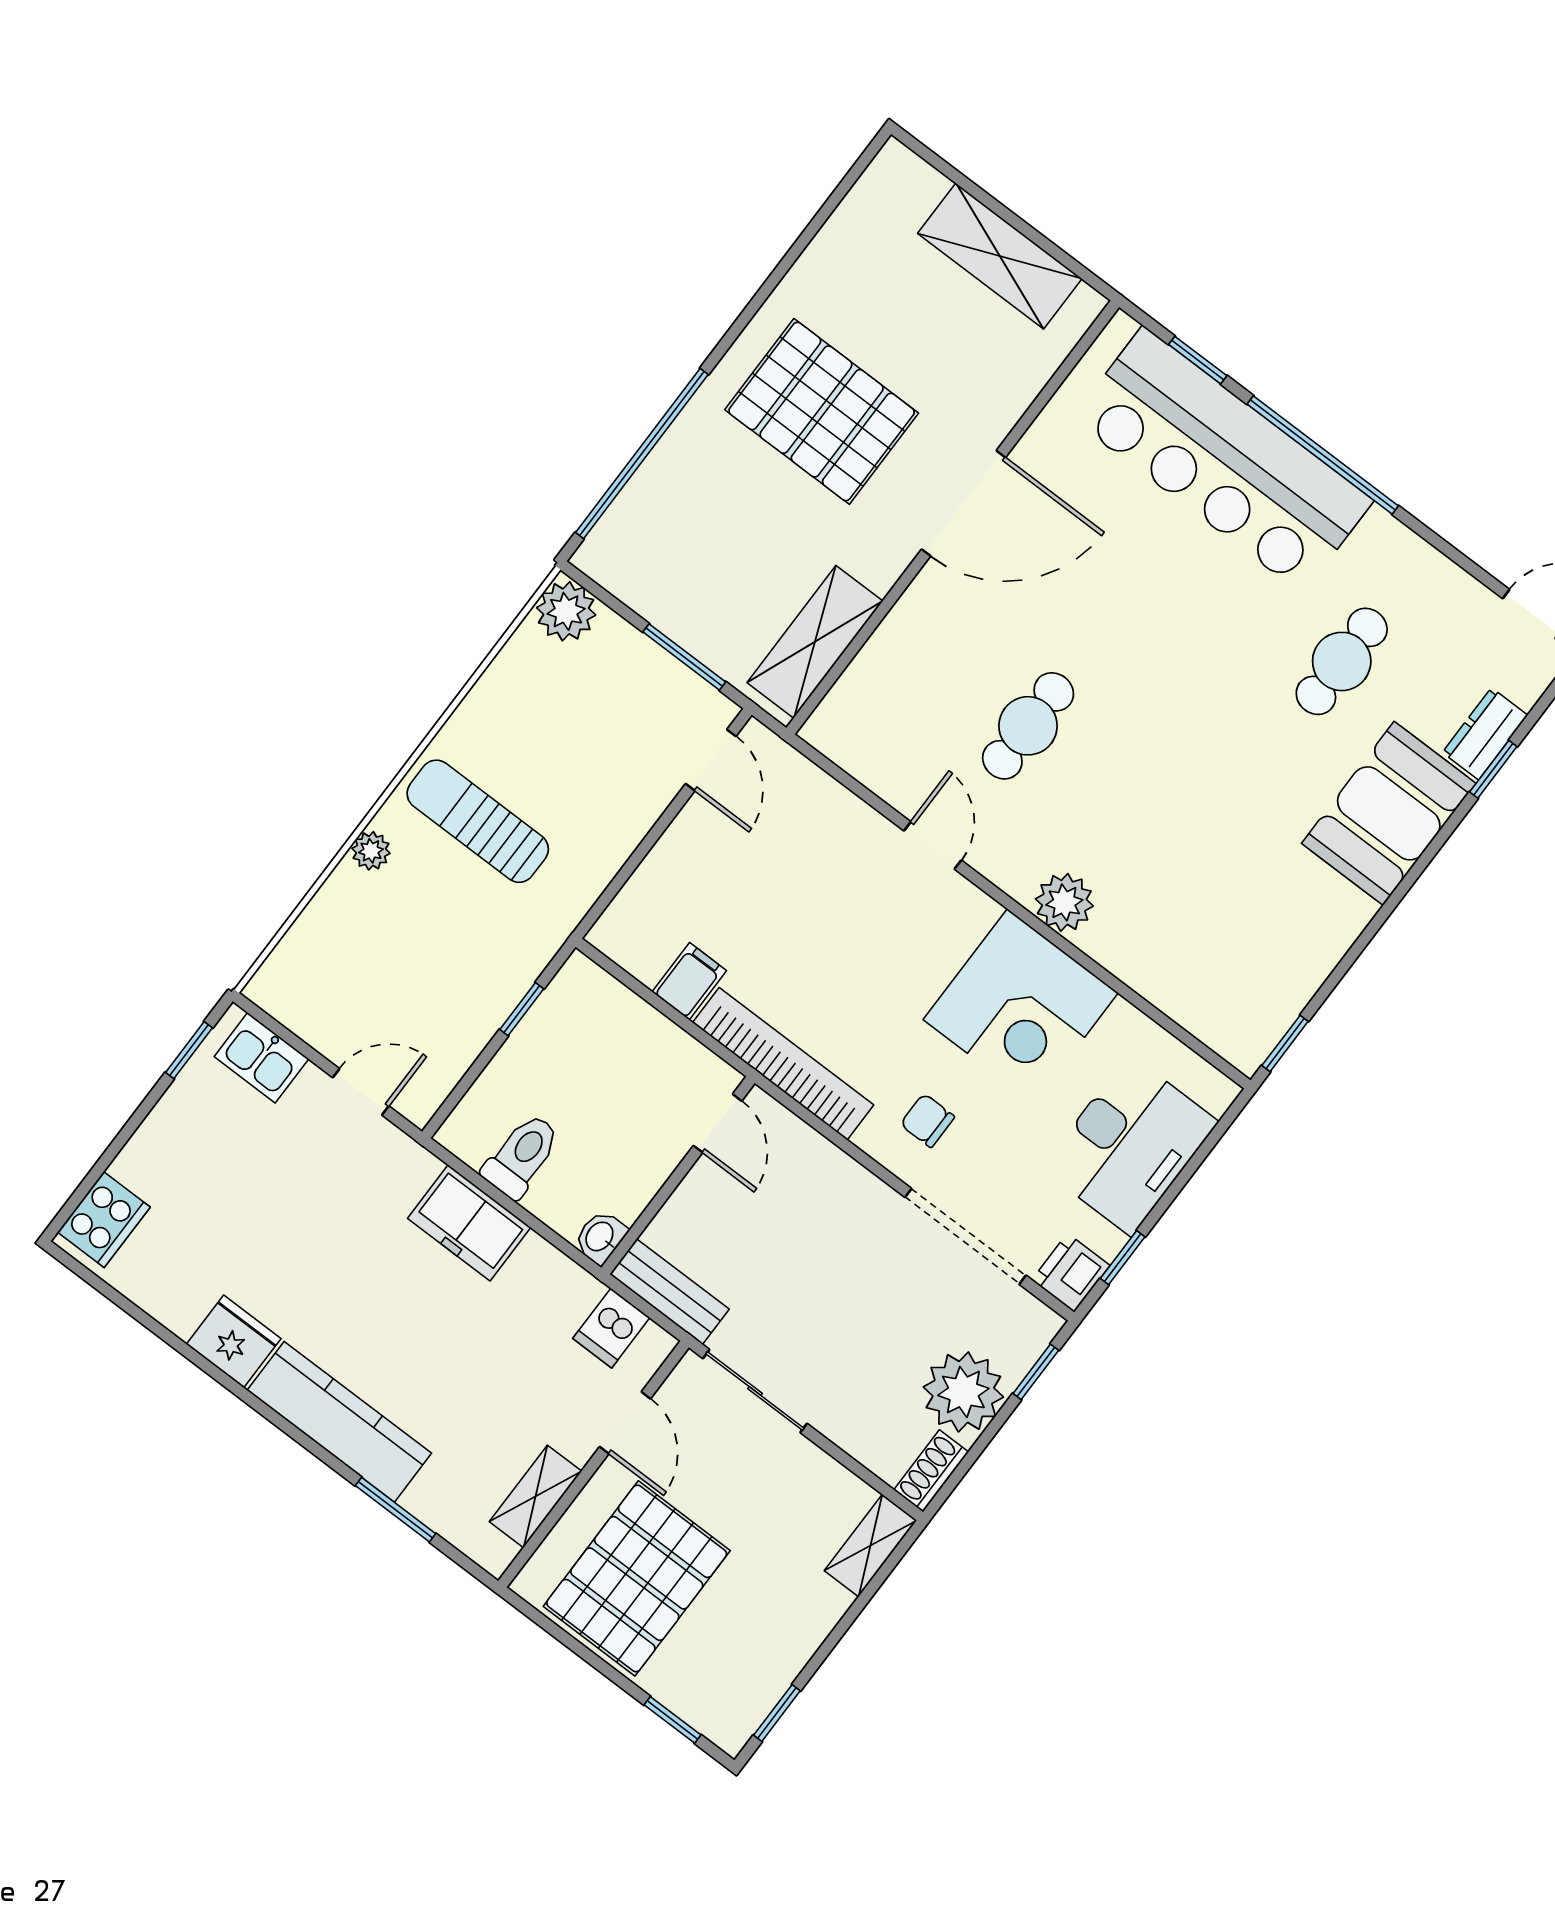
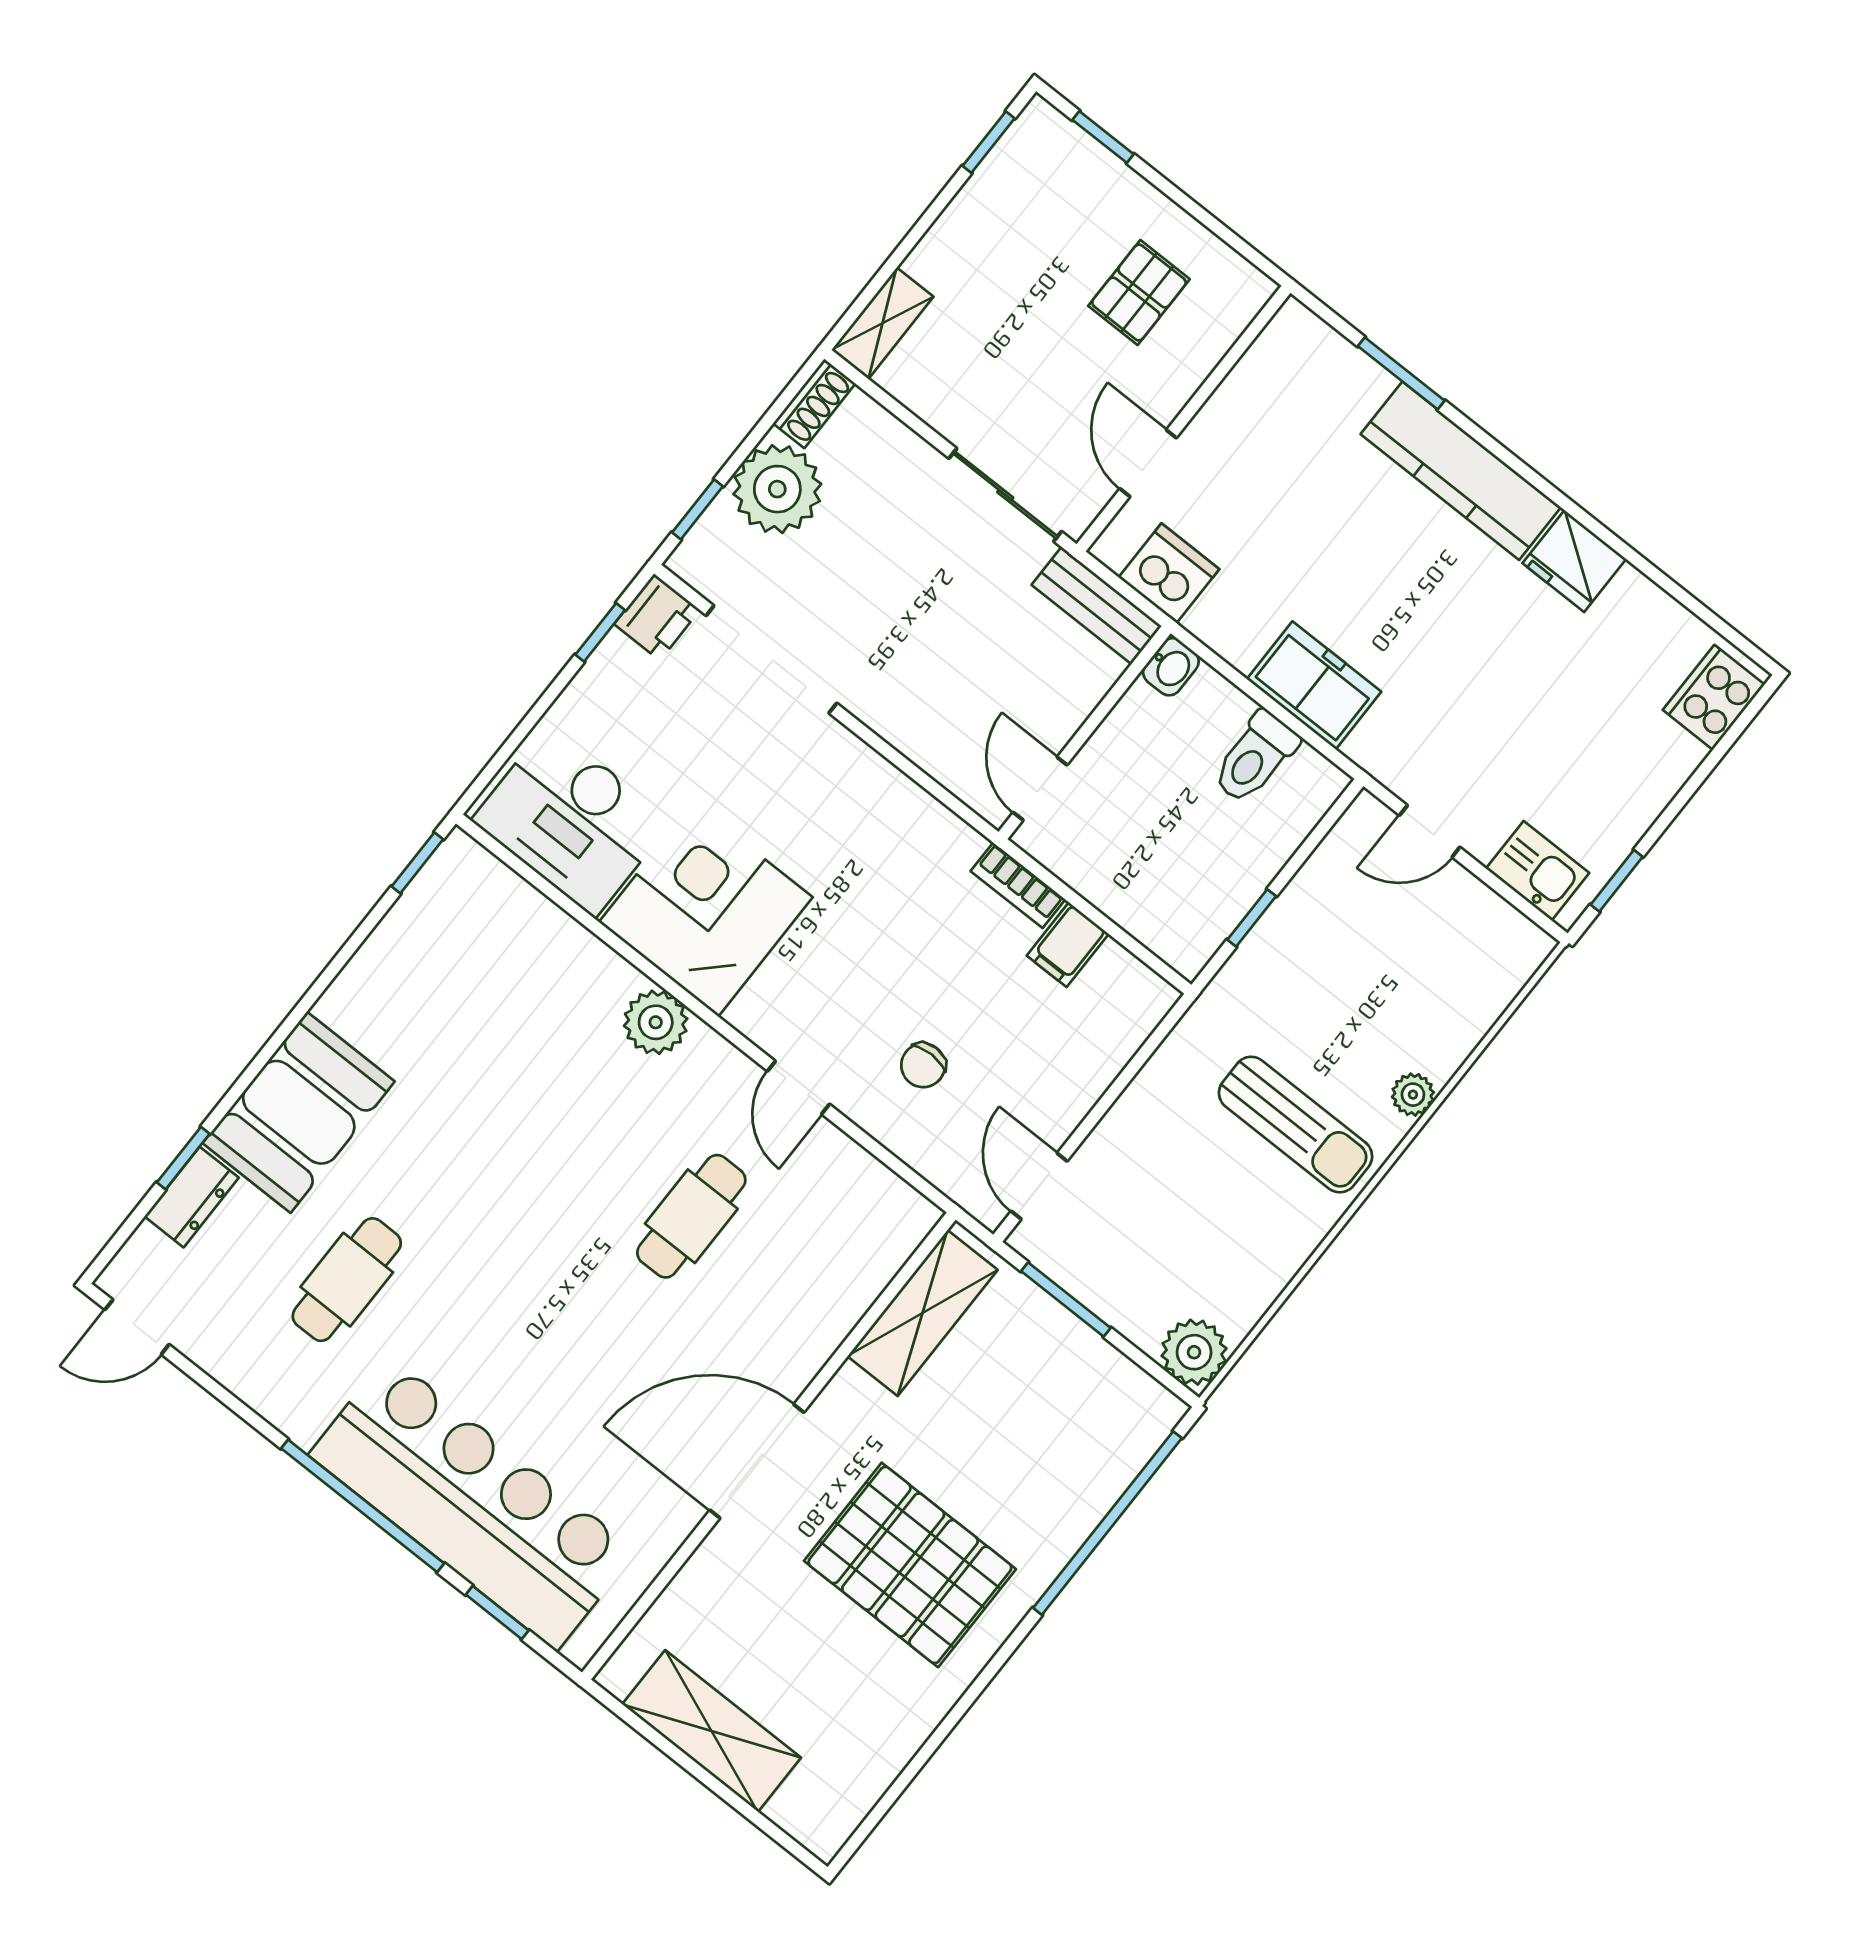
bookcase: (783, 1064) -> (1018, 885), width x0.43, depth x0.76
chair: (927, 1120) -> (923, 1065), moved, turned 90
desk: (1130, 1145) -> (572, 821), moved, turned -90
dishwasher: (611, 1328) -> (1169, 573), width x1.38
shelving: (535, 1496) -> (1248, 385), removed
pallet: (637, 1578) -> (1139, 293), width x0.49, depth x0.50

